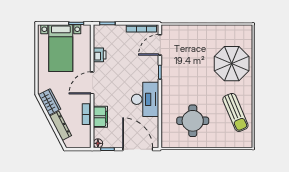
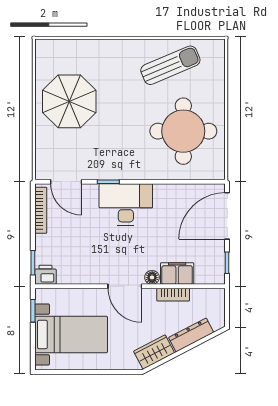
printer: (100, 55) -> (45, 275), moved
parasol: (232, 64) -> (69, 101), moved
desk: (145, 99) -> (126, 205), moved
round table: (193, 121) -> (183, 131), width x1.36, depth x1.36
floor lamp: (98, 143) -> (152, 277), moved

